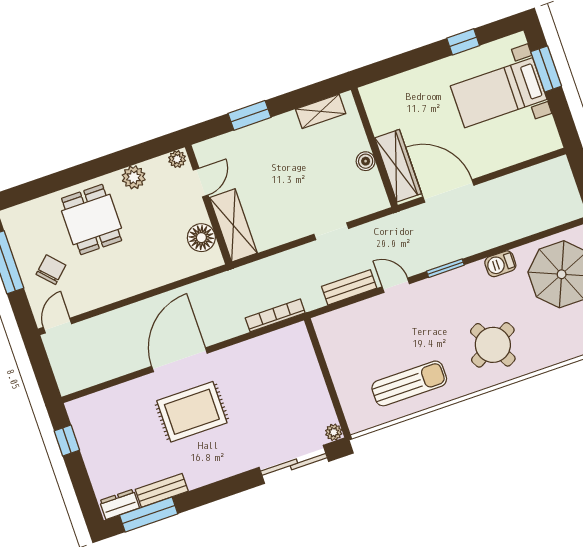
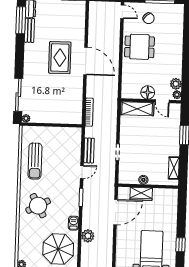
wardrobe: (398, 166) -> (141, 194), width x0.67
plant: (134, 177) -> (176, 84), moved
dining table: (92, 219) -> (139, 47), moved
plant: (514, 227) -> (88, 236), added
floor lamp: (201, 238) -> (148, 92), moved

